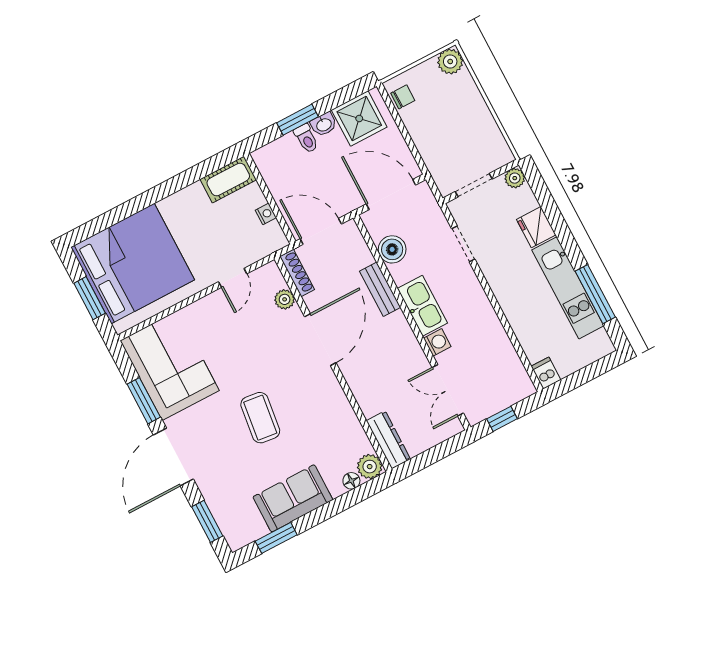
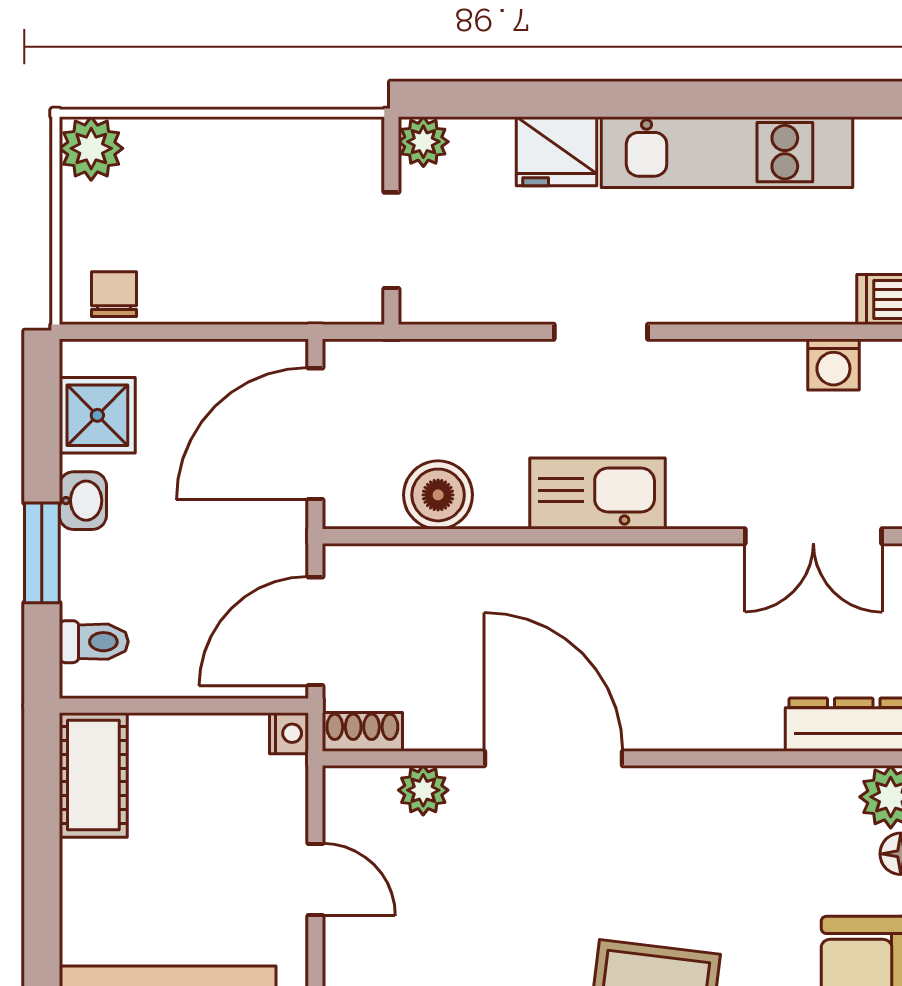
shower: (359, 118) -> (97, 415), width x0.73, depth x0.73
toilet: (306, 139) -> (94, 642), moved
nightstand: (266, 214) -> (289, 733), moved, turned 90
doorway: (463, 244) -> (601, 332), moved
shoe rack: (297, 273) -> (362, 732), width x0.70
bench: (380, 289) -> (512, 568), removed
window: (595, 294) -> (773, 99), removed
washing machine: (437, 342) -> (833, 364), moved, turned 180

